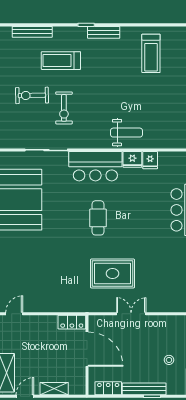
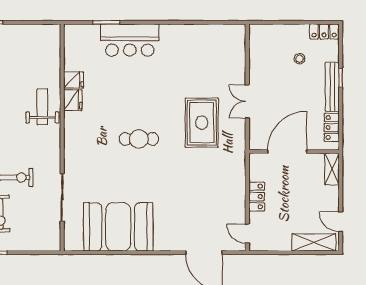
bar counter: (95, 166) -> (80, 142), removed
locker: (72, 322) -> (257, 197), moved
shelving: (54, 389) -> (332, 169), moved

